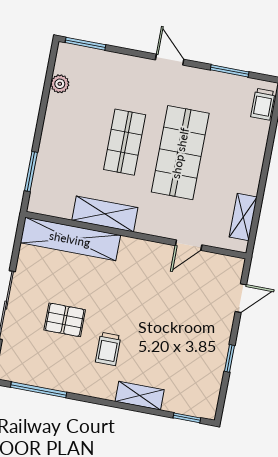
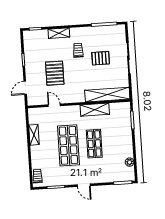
shelving: (243, 217) -> (34, 135), moved
door: (189, 245) -> (54, 105), hinge flipped
pallet: (170, 313) -> (55, 73), added

